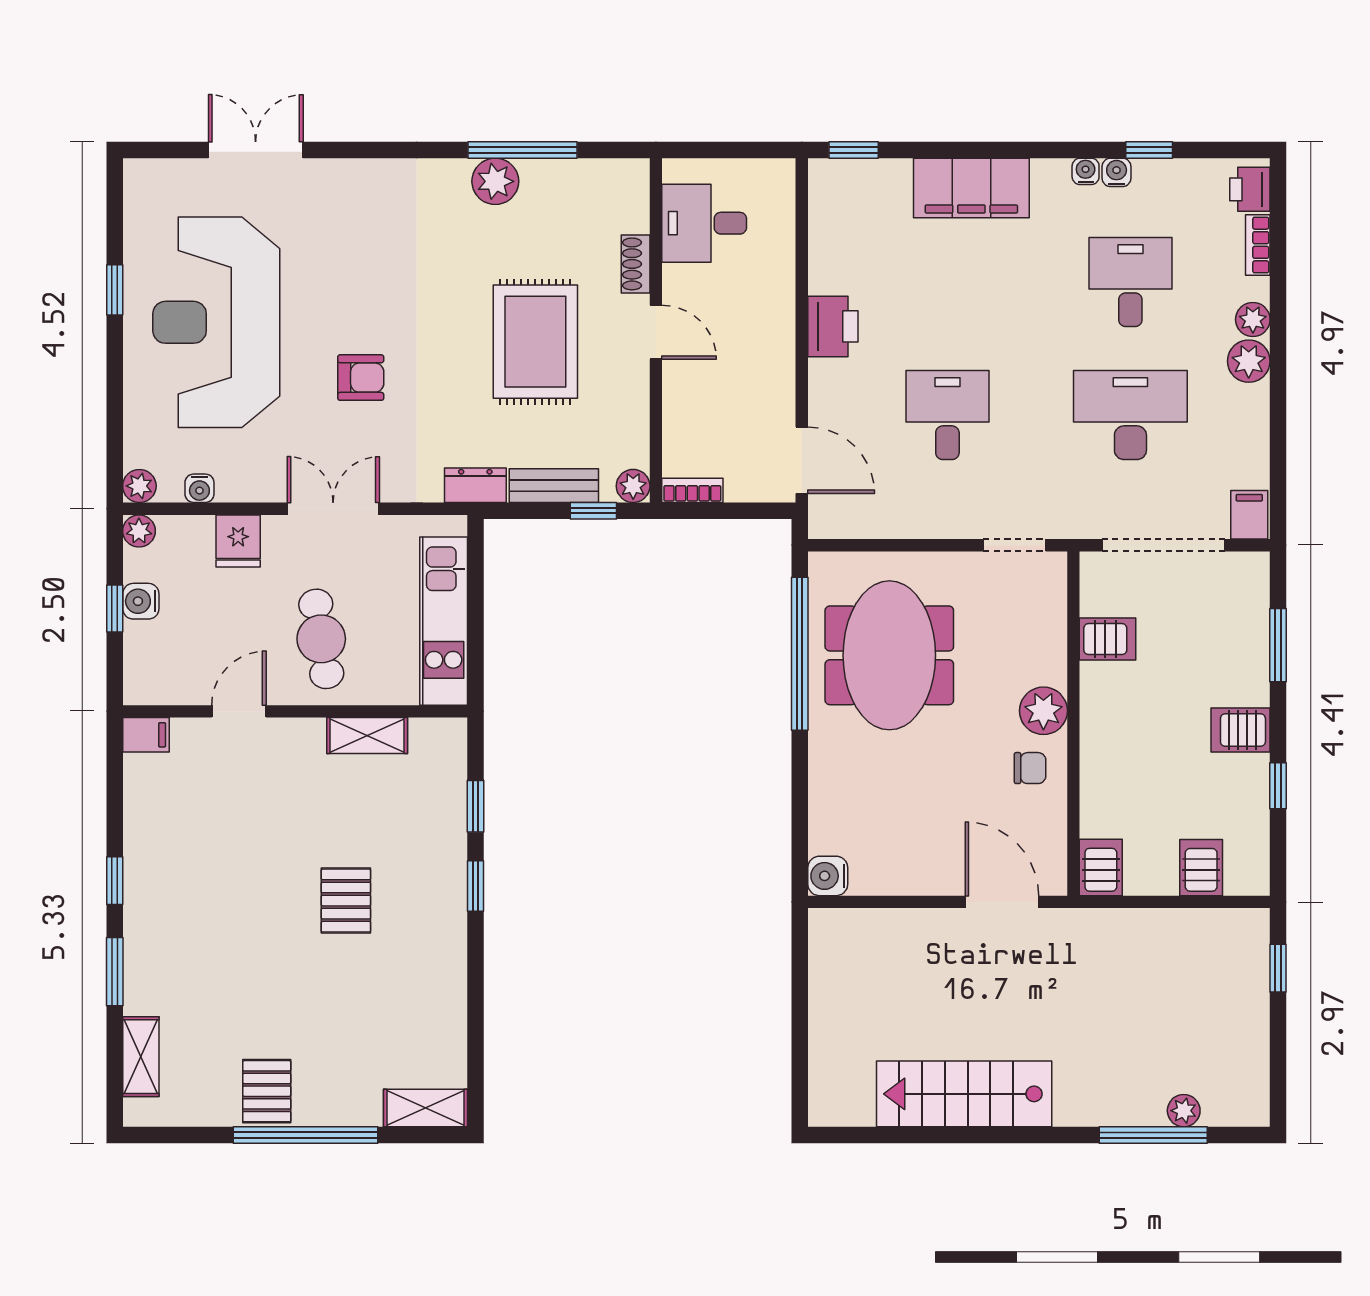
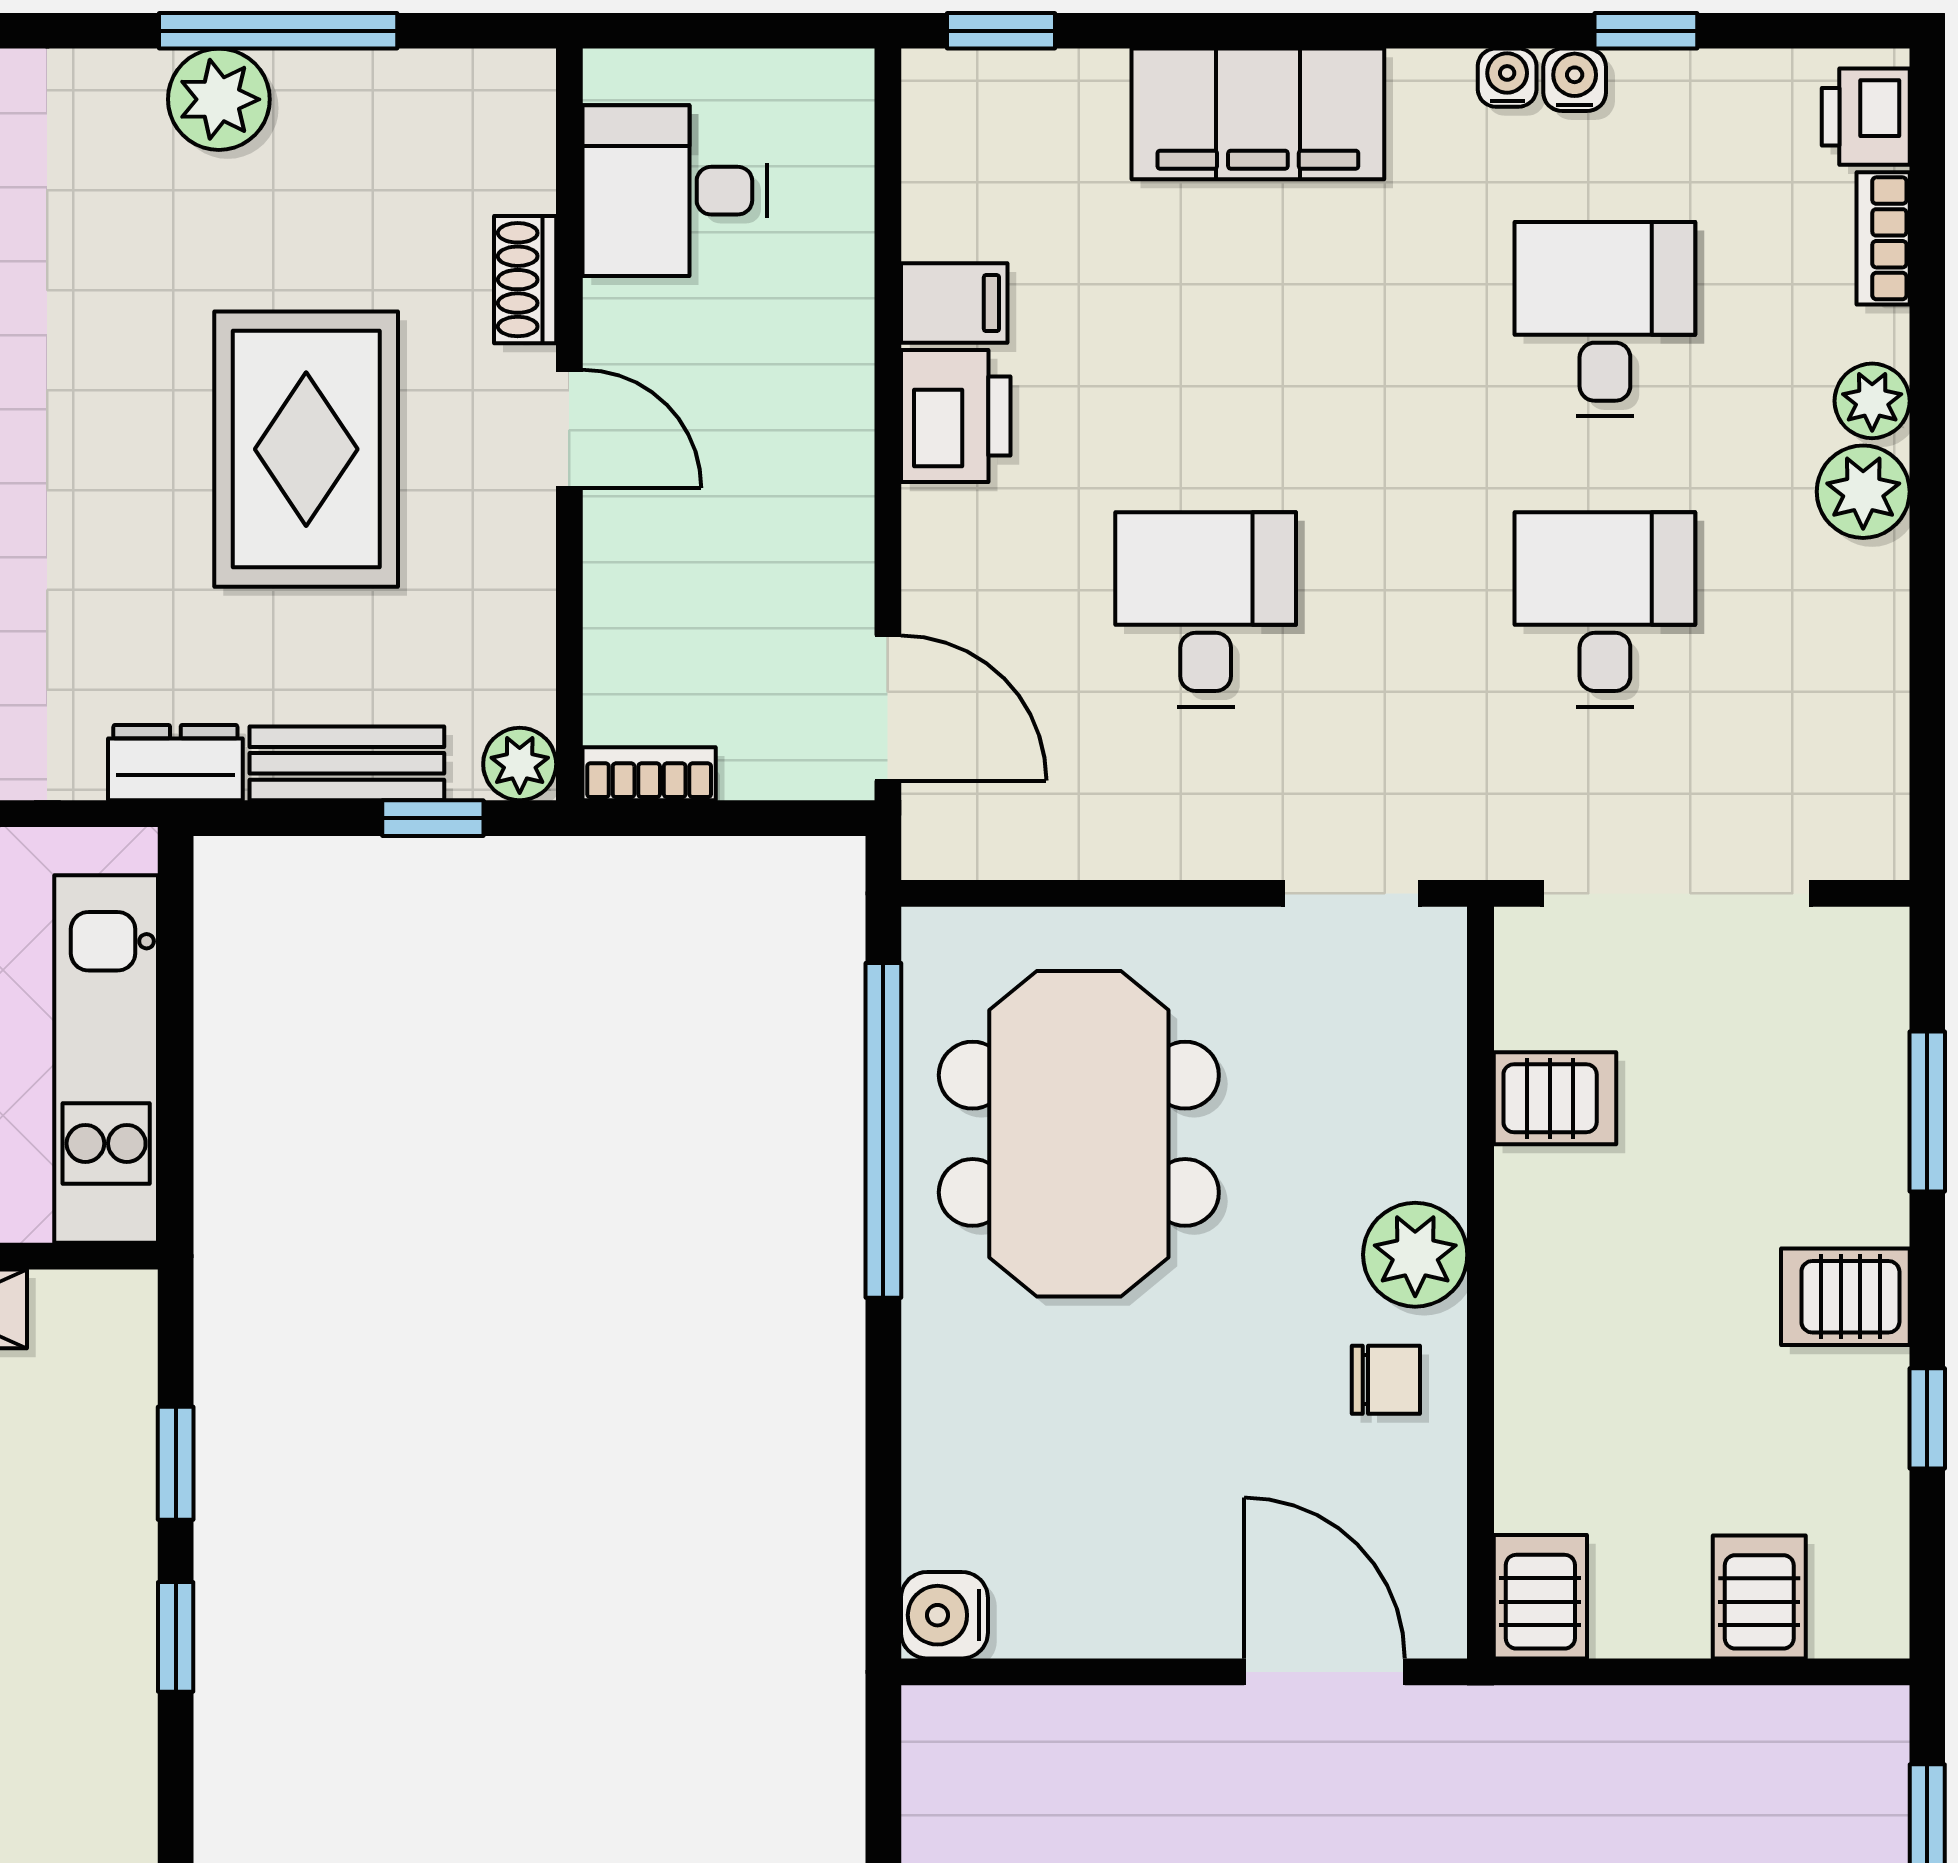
desk: (1130, 415) -> (1605, 609), width x0.73
filing cabinet: (1249, 515) -> (954, 303), moved, turned 90

